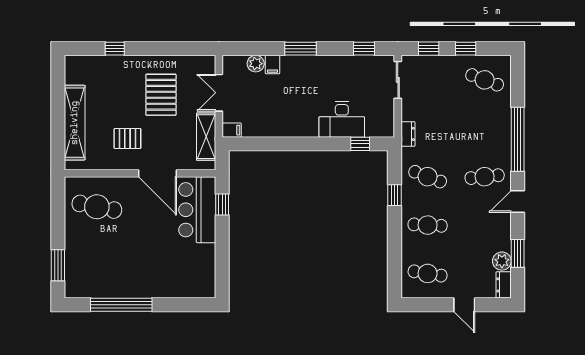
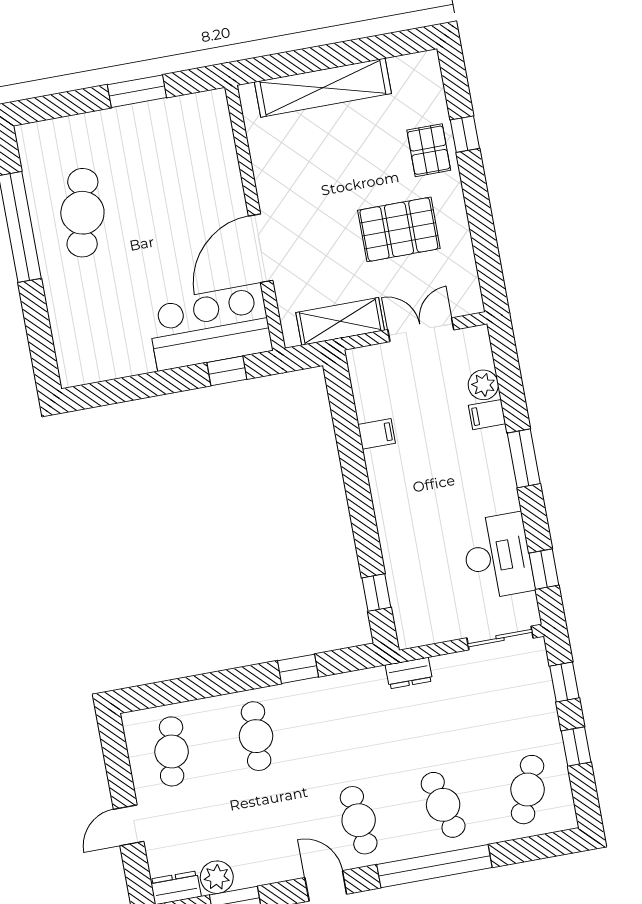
desk: (342, 119) -> (498, 556), moved, turned 180
filing cabinet: (232, 130) -> (377, 434), moved, turned -90
pallet: (127, 138) -> (429, 150), moved
cafe table: (428, 177) -> (443, 805), moved, turned -36
cafe table: (97, 207) -> (82, 213), moved
window: (58, 265) -> (137, 91), moved

